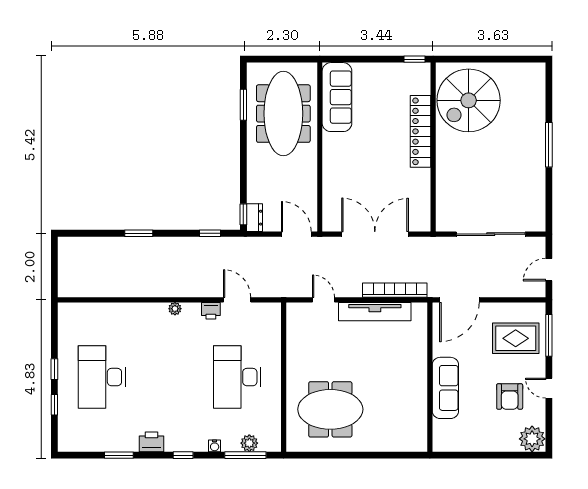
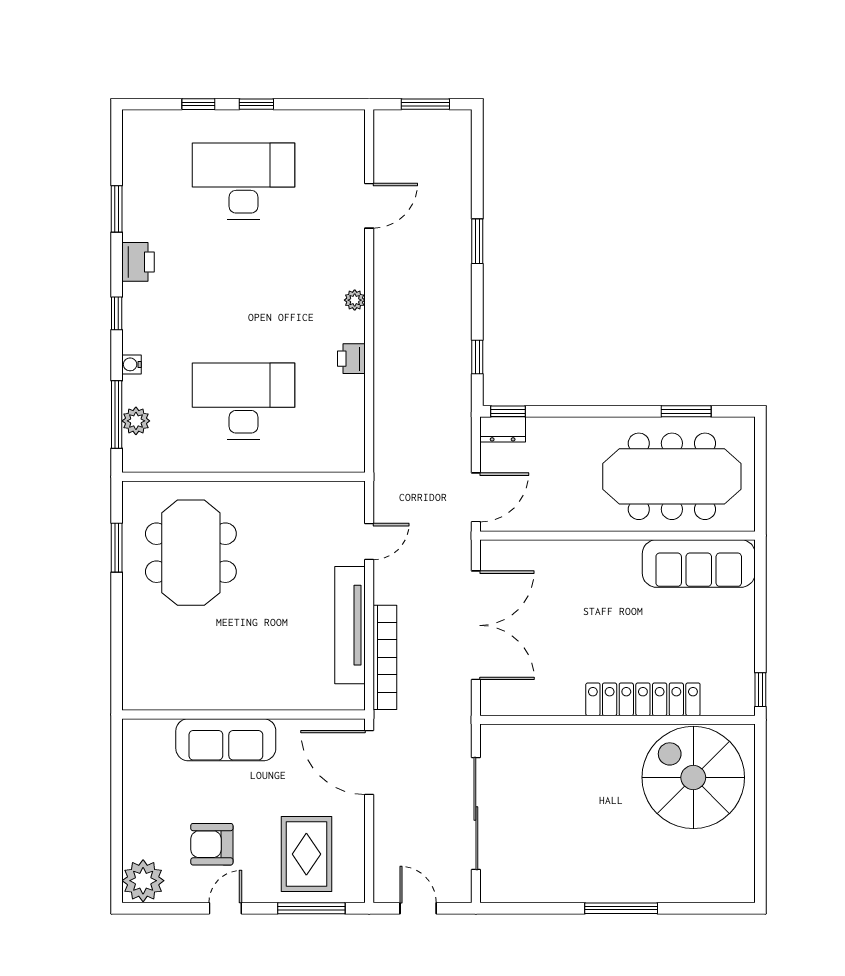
window: (54, 265) -> (425, 104), added
door: (237, 300) -> (369, 206), moved
window: (327, 455) -> (117, 548), added

